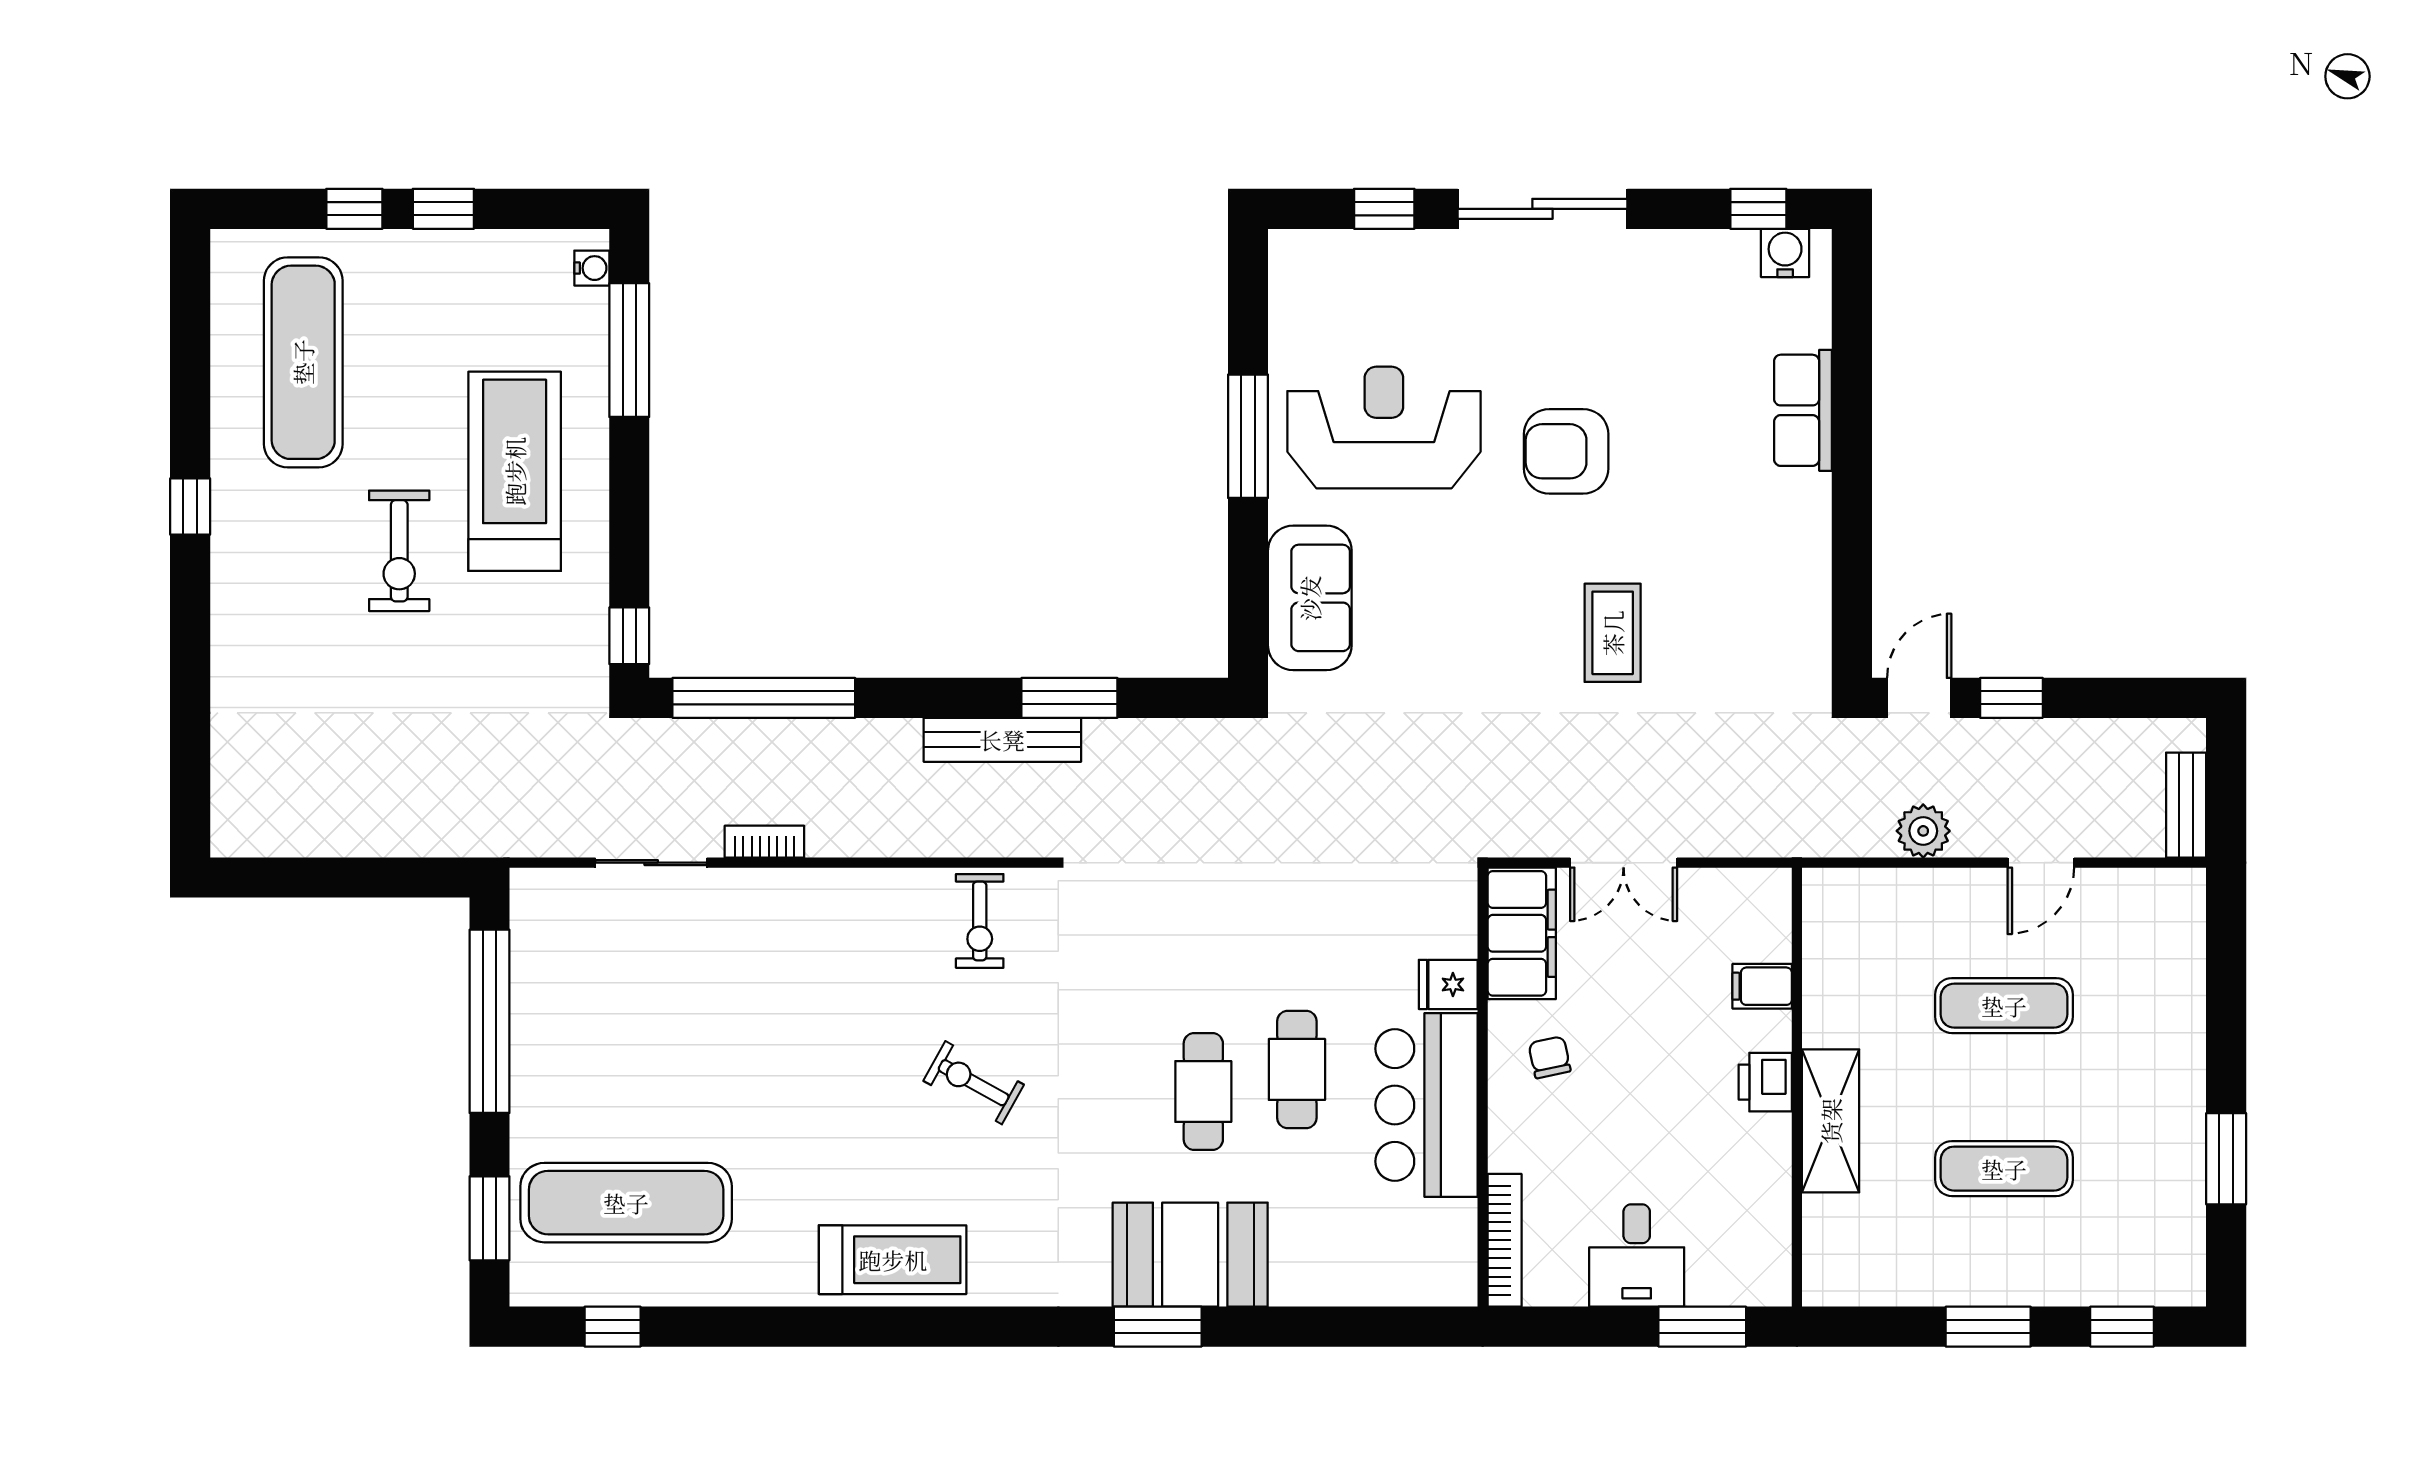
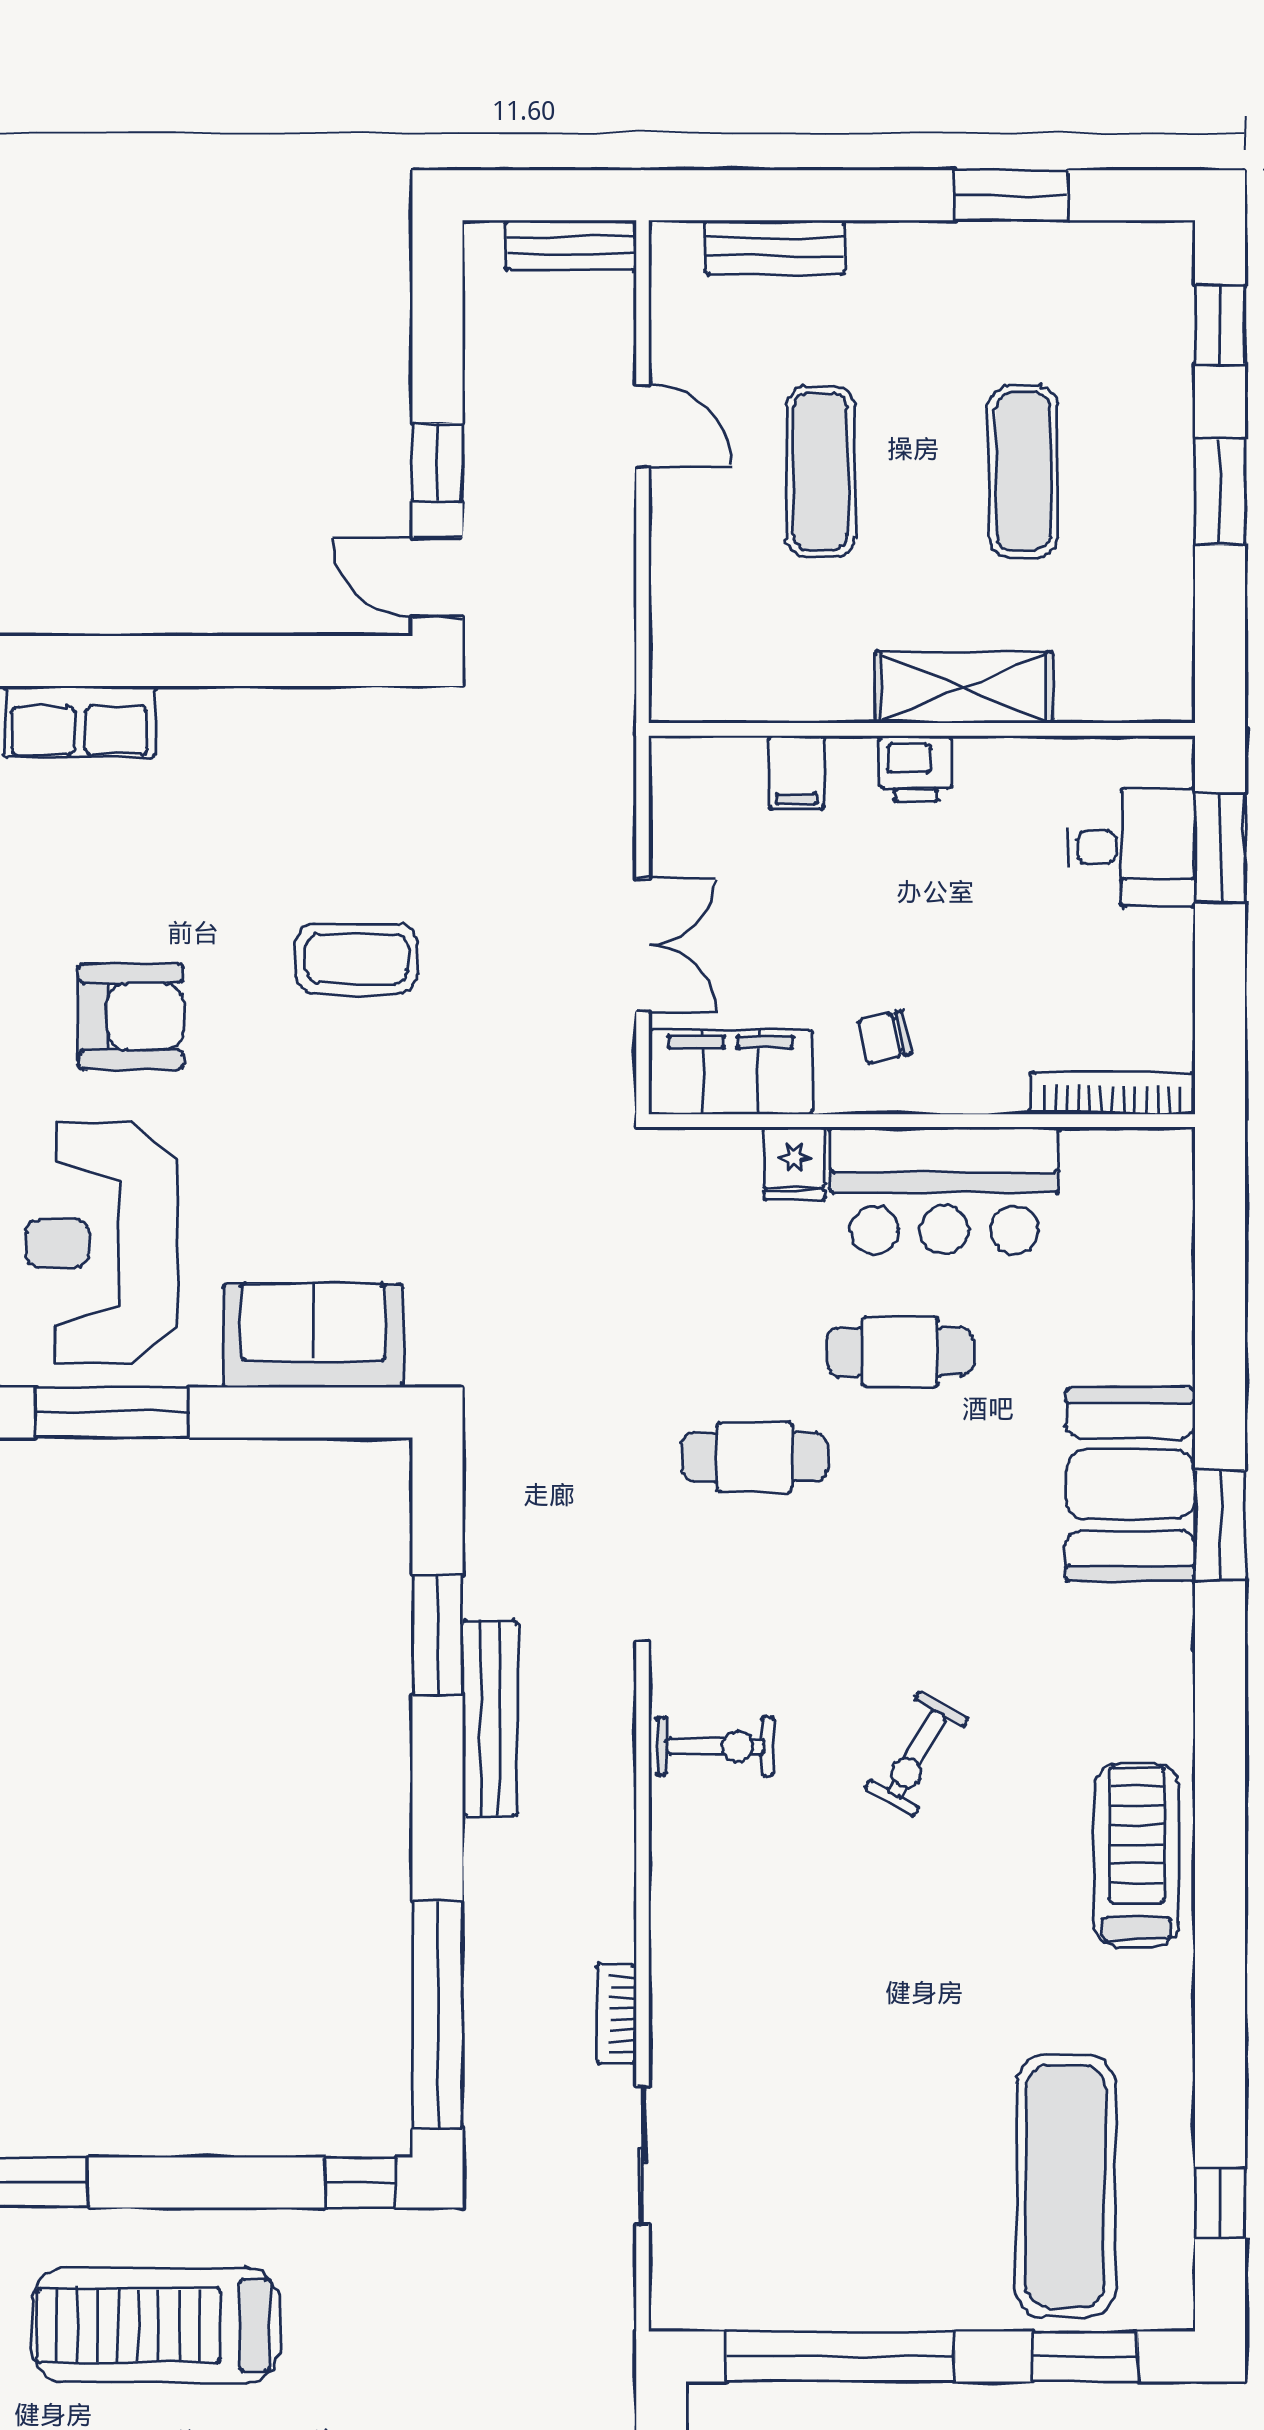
armchair: (1566, 451) -> (131, 1017), turned -90
plant: (1923, 831) -> (603, 572), removed
bench: (2185, 969) -> (775, 247), added
cafe table: (1203, 1091) -> (755, 1457), moved
desk: (1637, 1255) -> (1131, 847), moved

